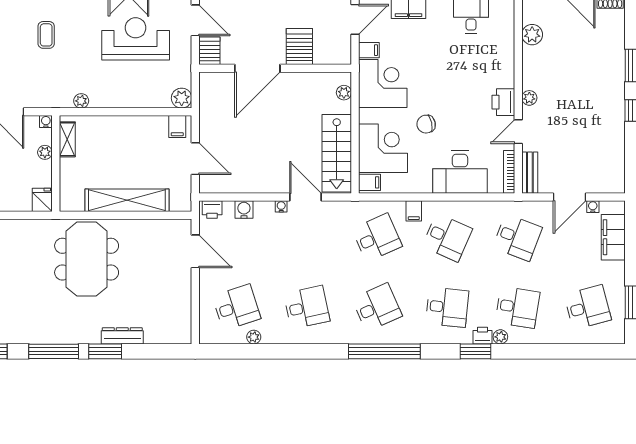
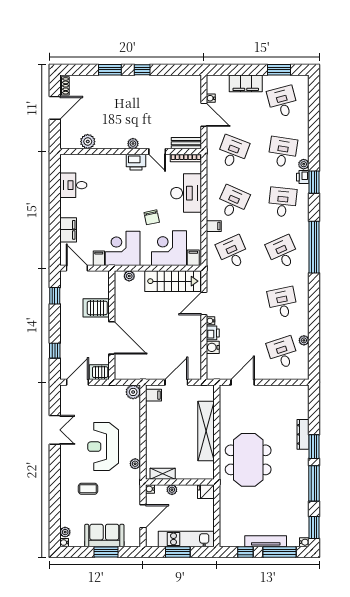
reception desk: (136, 39) -> (103, 447), moved
printer: (212, 210) -> (213, 333), moved
filing cabinet: (613, 237) -> (246, 83), moved
meeting table: (87, 259) -> (248, 460), turned 90

